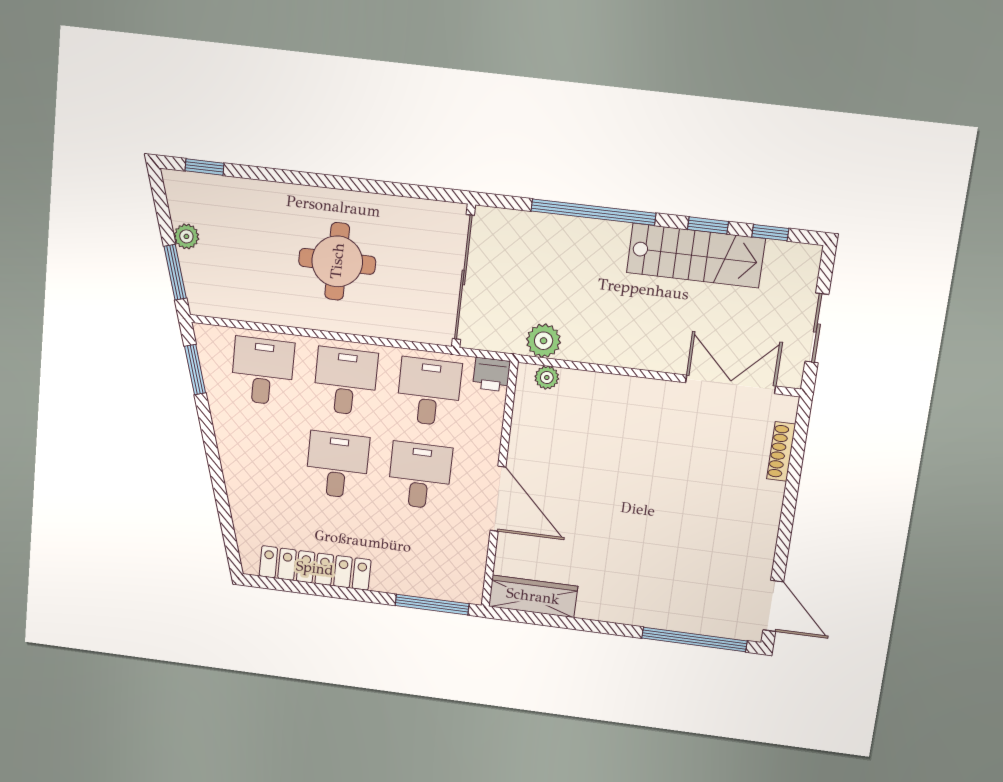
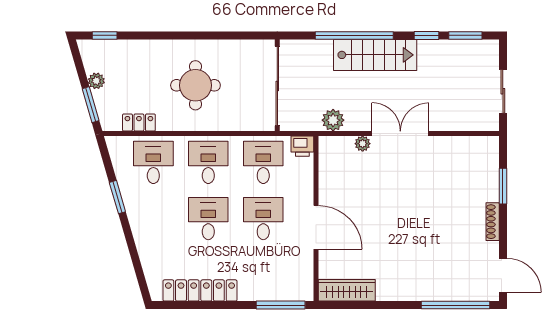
window: (770, 233) -> (465, 35), width x1.50
stairs: (696, 256) -> (375, 55), moved
locker: (246, 308) -> (139, 123), added
window: (195, 370) -> (117, 197), moved
plant: (547, 378) -> (363, 144), moved
double door: (730, 384) -> (400, 134), moved
shoe rack: (781, 451) -> (493, 222), moved
window: (794, 474) -> (503, 186), added

